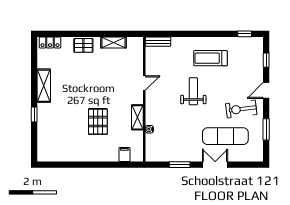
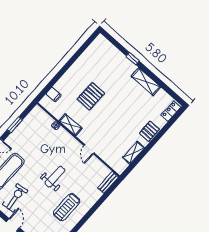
treadmill: (210, 58) -> (67, 207), turned 180
weight bench: (193, 91) -> (55, 177), turned -90
pallet: (98, 122) -> (91, 96), turned 90

